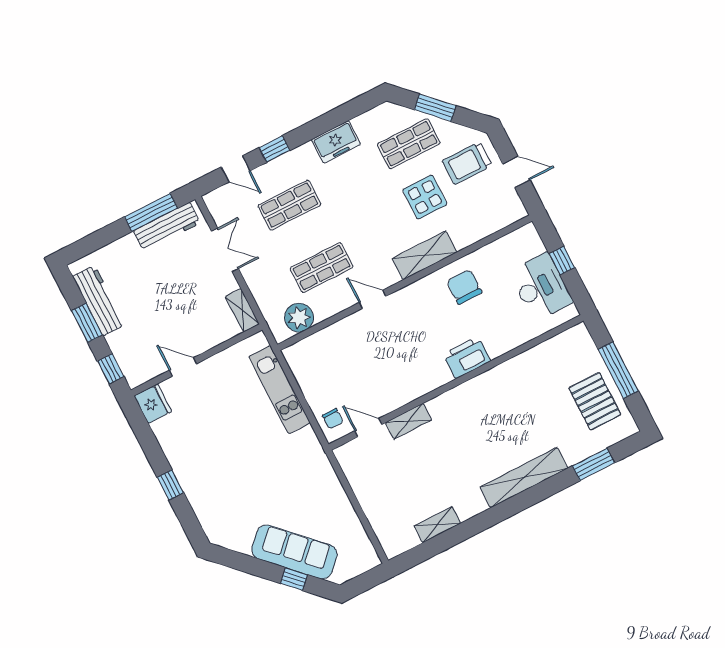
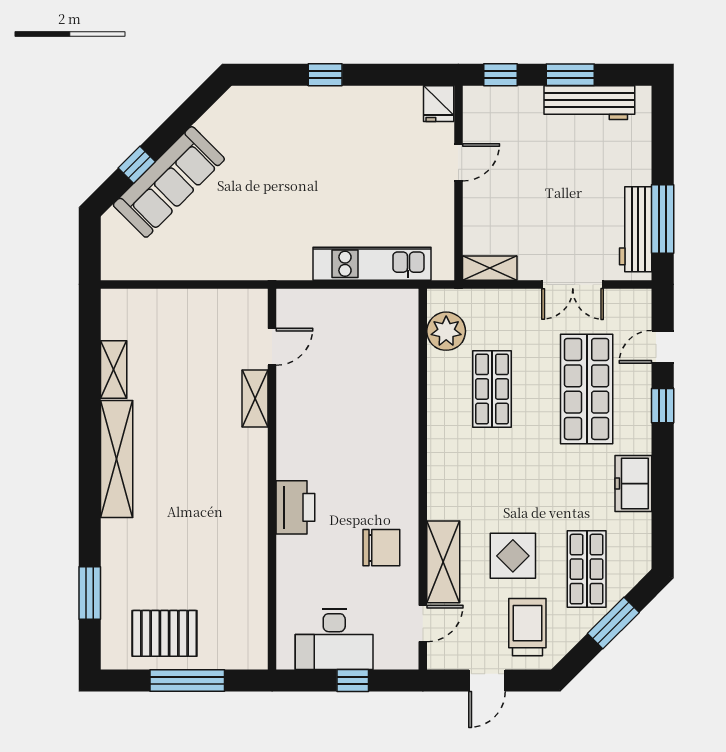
shop shelf: (289, 205) -> (587, 389), width x1.43, depth x1.36
shelving: (424, 255) -> (443, 562), moved
door: (372, 299) -> (423, 624), moved
fridge: (153, 404) -> (439, 104), width x0.72
chair: (333, 419) -> (305, 310), removed
shelving: (524, 478) -> (117, 459), moved

